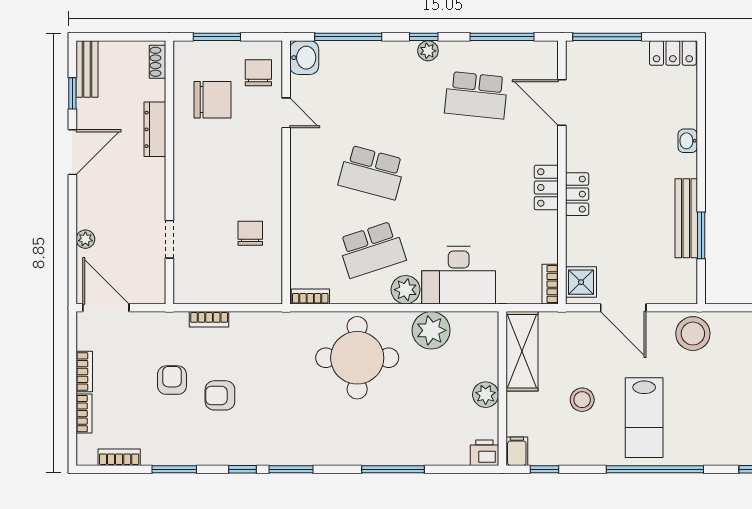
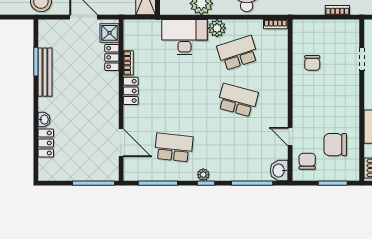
locker: (673, 53) -> (46, 143), moved, turned 90
chair: (258, 73) -> (307, 161), turned 180
locker: (577, 194) -> (112, 57), moved
bookcase: (550, 284) -> (128, 63), moved

